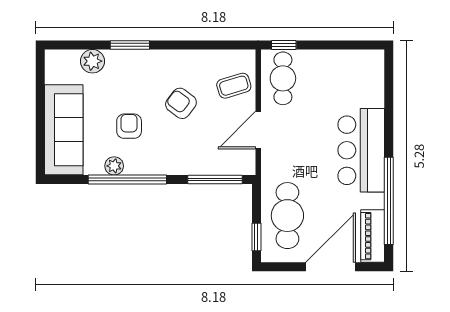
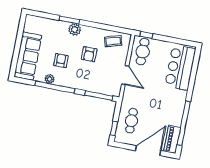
plant: (92, 61) -> (75, 29), moved
coffee table: (234, 86) -> (113, 41), moved
armchair: (181, 103) -> (89, 54), turned -127
door: (258, 130) -> (125, 75), swing flipped
bar counter: (361, 150) -> (180, 67), moved
cafe table: (287, 216) -> (132, 121), width x0.73, depth x0.74

